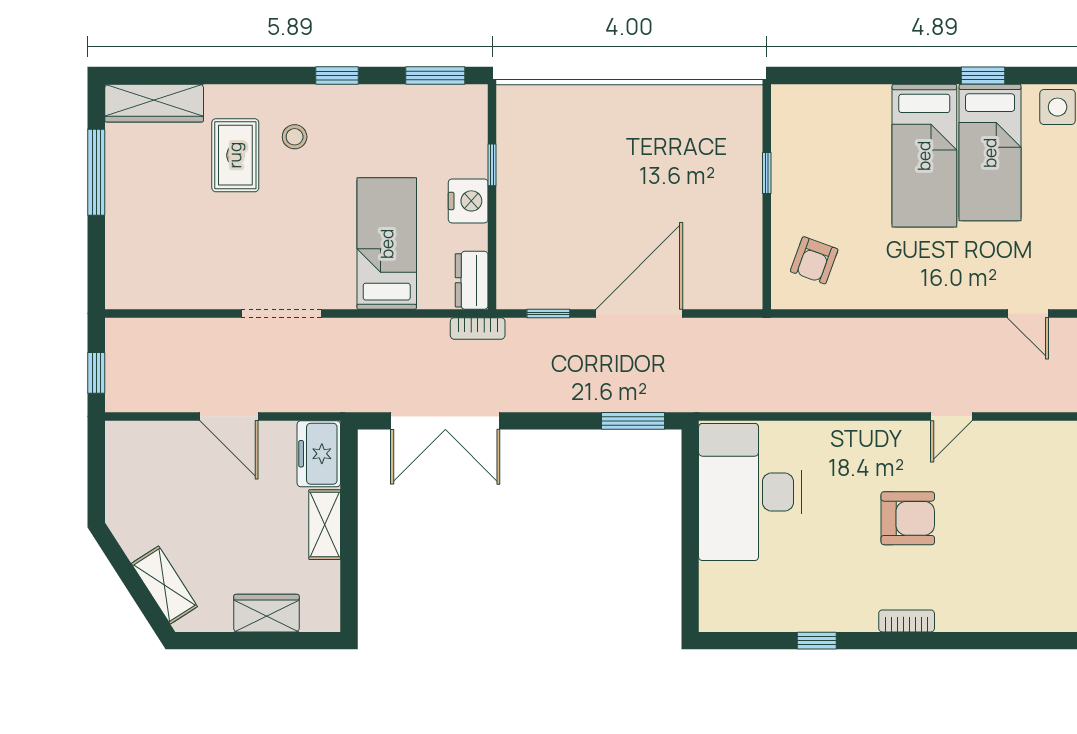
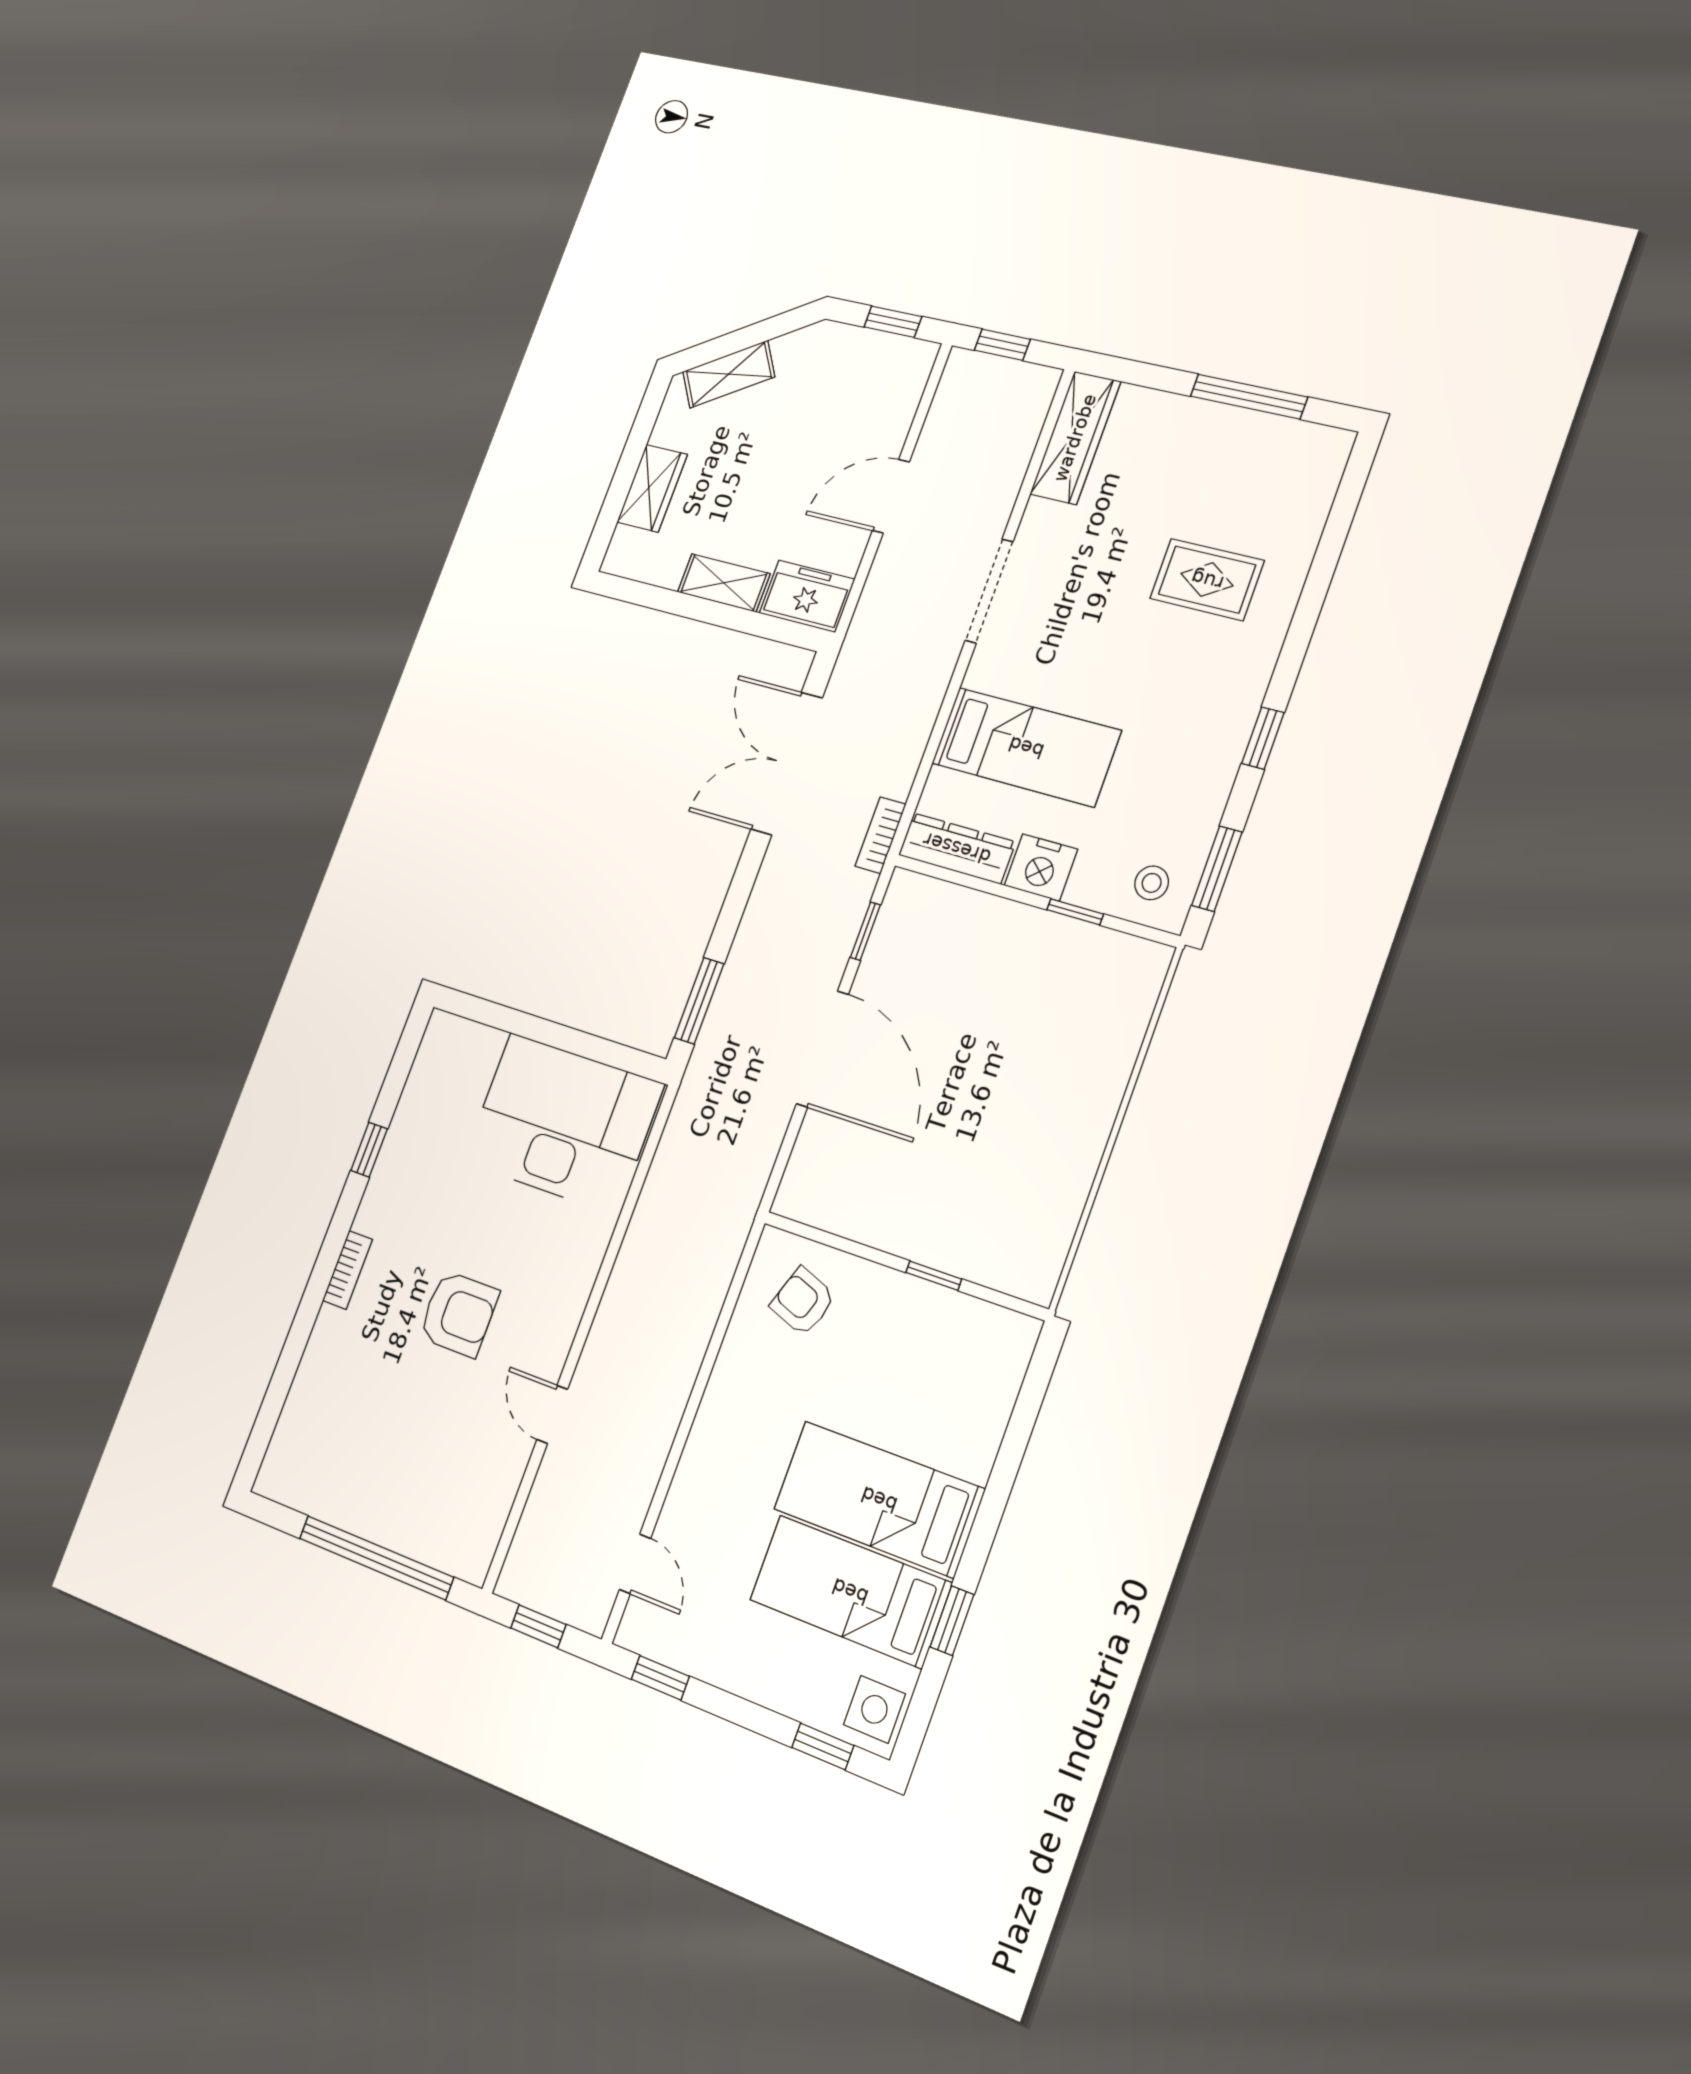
wardrobe: (154, 103) -> (1075, 438), moved, turned 180
stool: (295, 137) -> (1152, 883), moved
dresser: (472, 280) -> (957, 848), width x1.44
door: (1028, 313) -> (635, 1564), swing flipped
window: (96, 466) -> (893, 322), added
armchair: (908, 518) -> (459, 1314), turned -90

